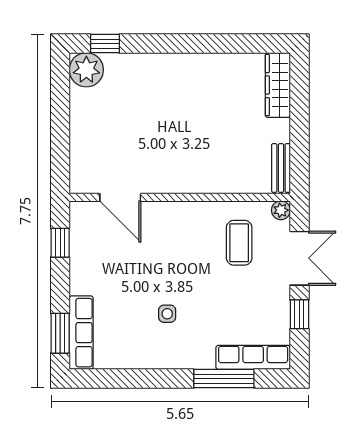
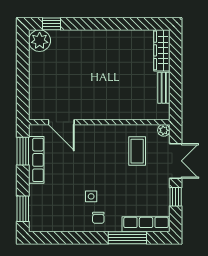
bench: (281, 168) -> (164, 88), moved
window: (60, 243) -> (23, 151), width x1.50
row of seats: (81, 333) -> (36, 160), moved
chair: (178, 347) -> (98, 218), added

